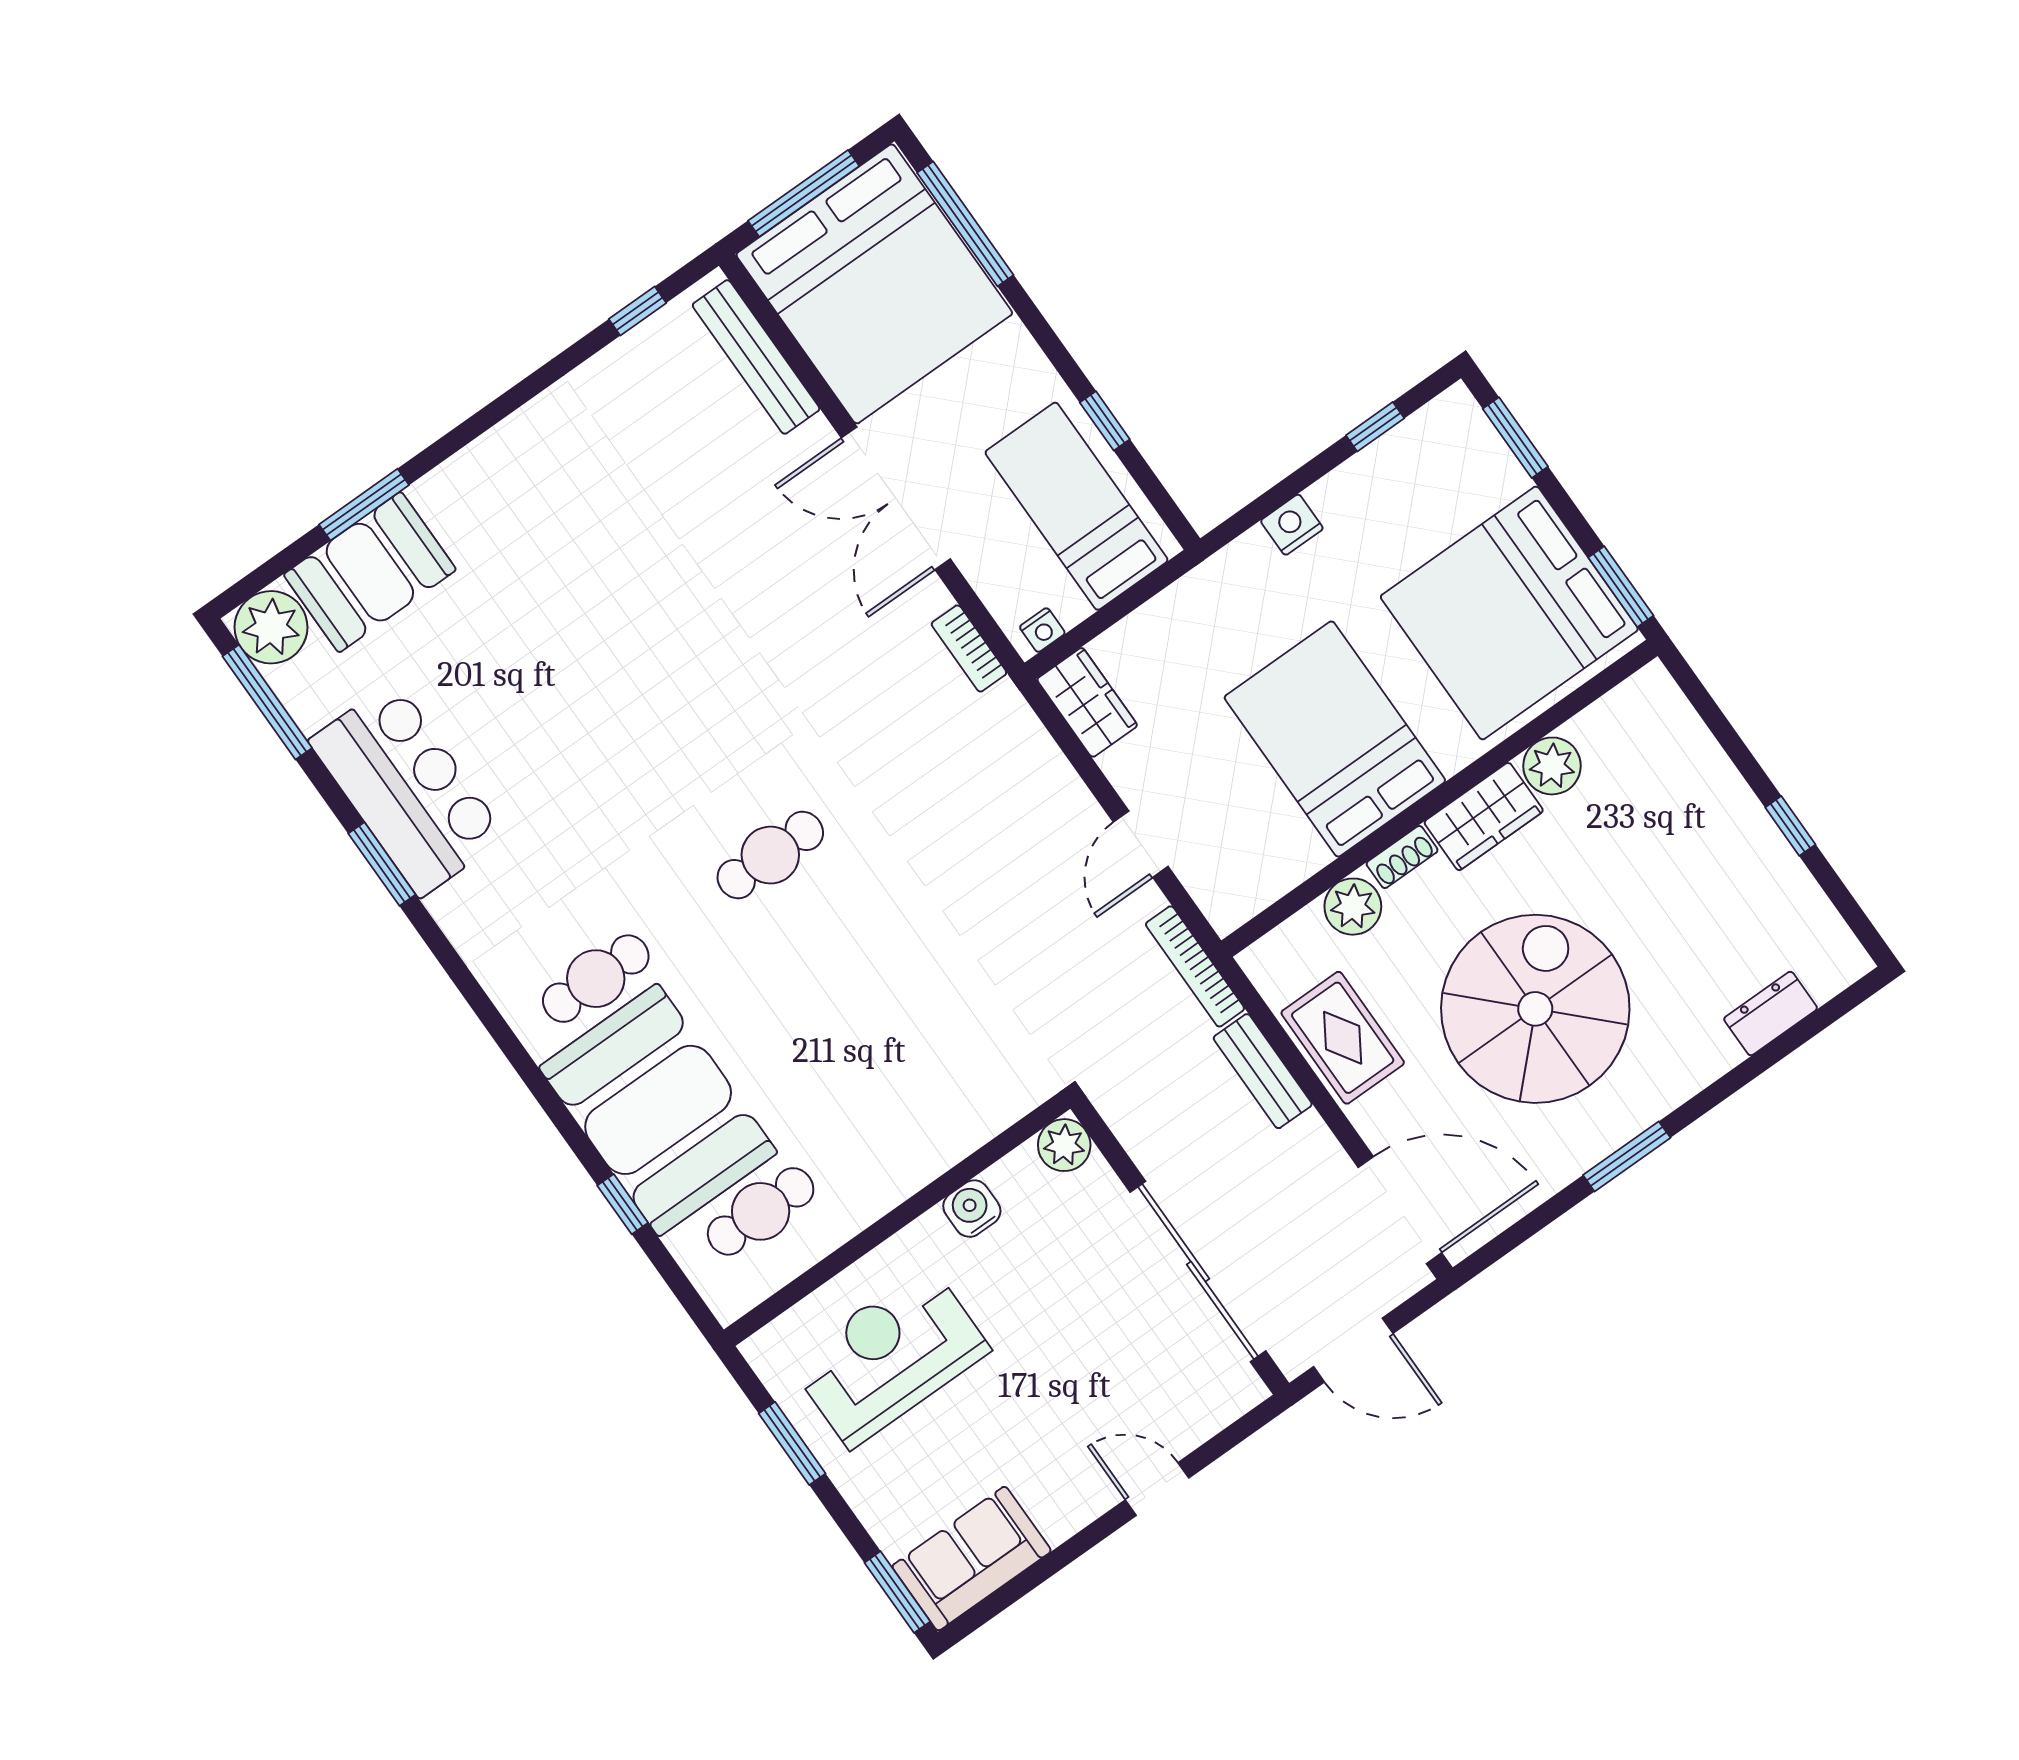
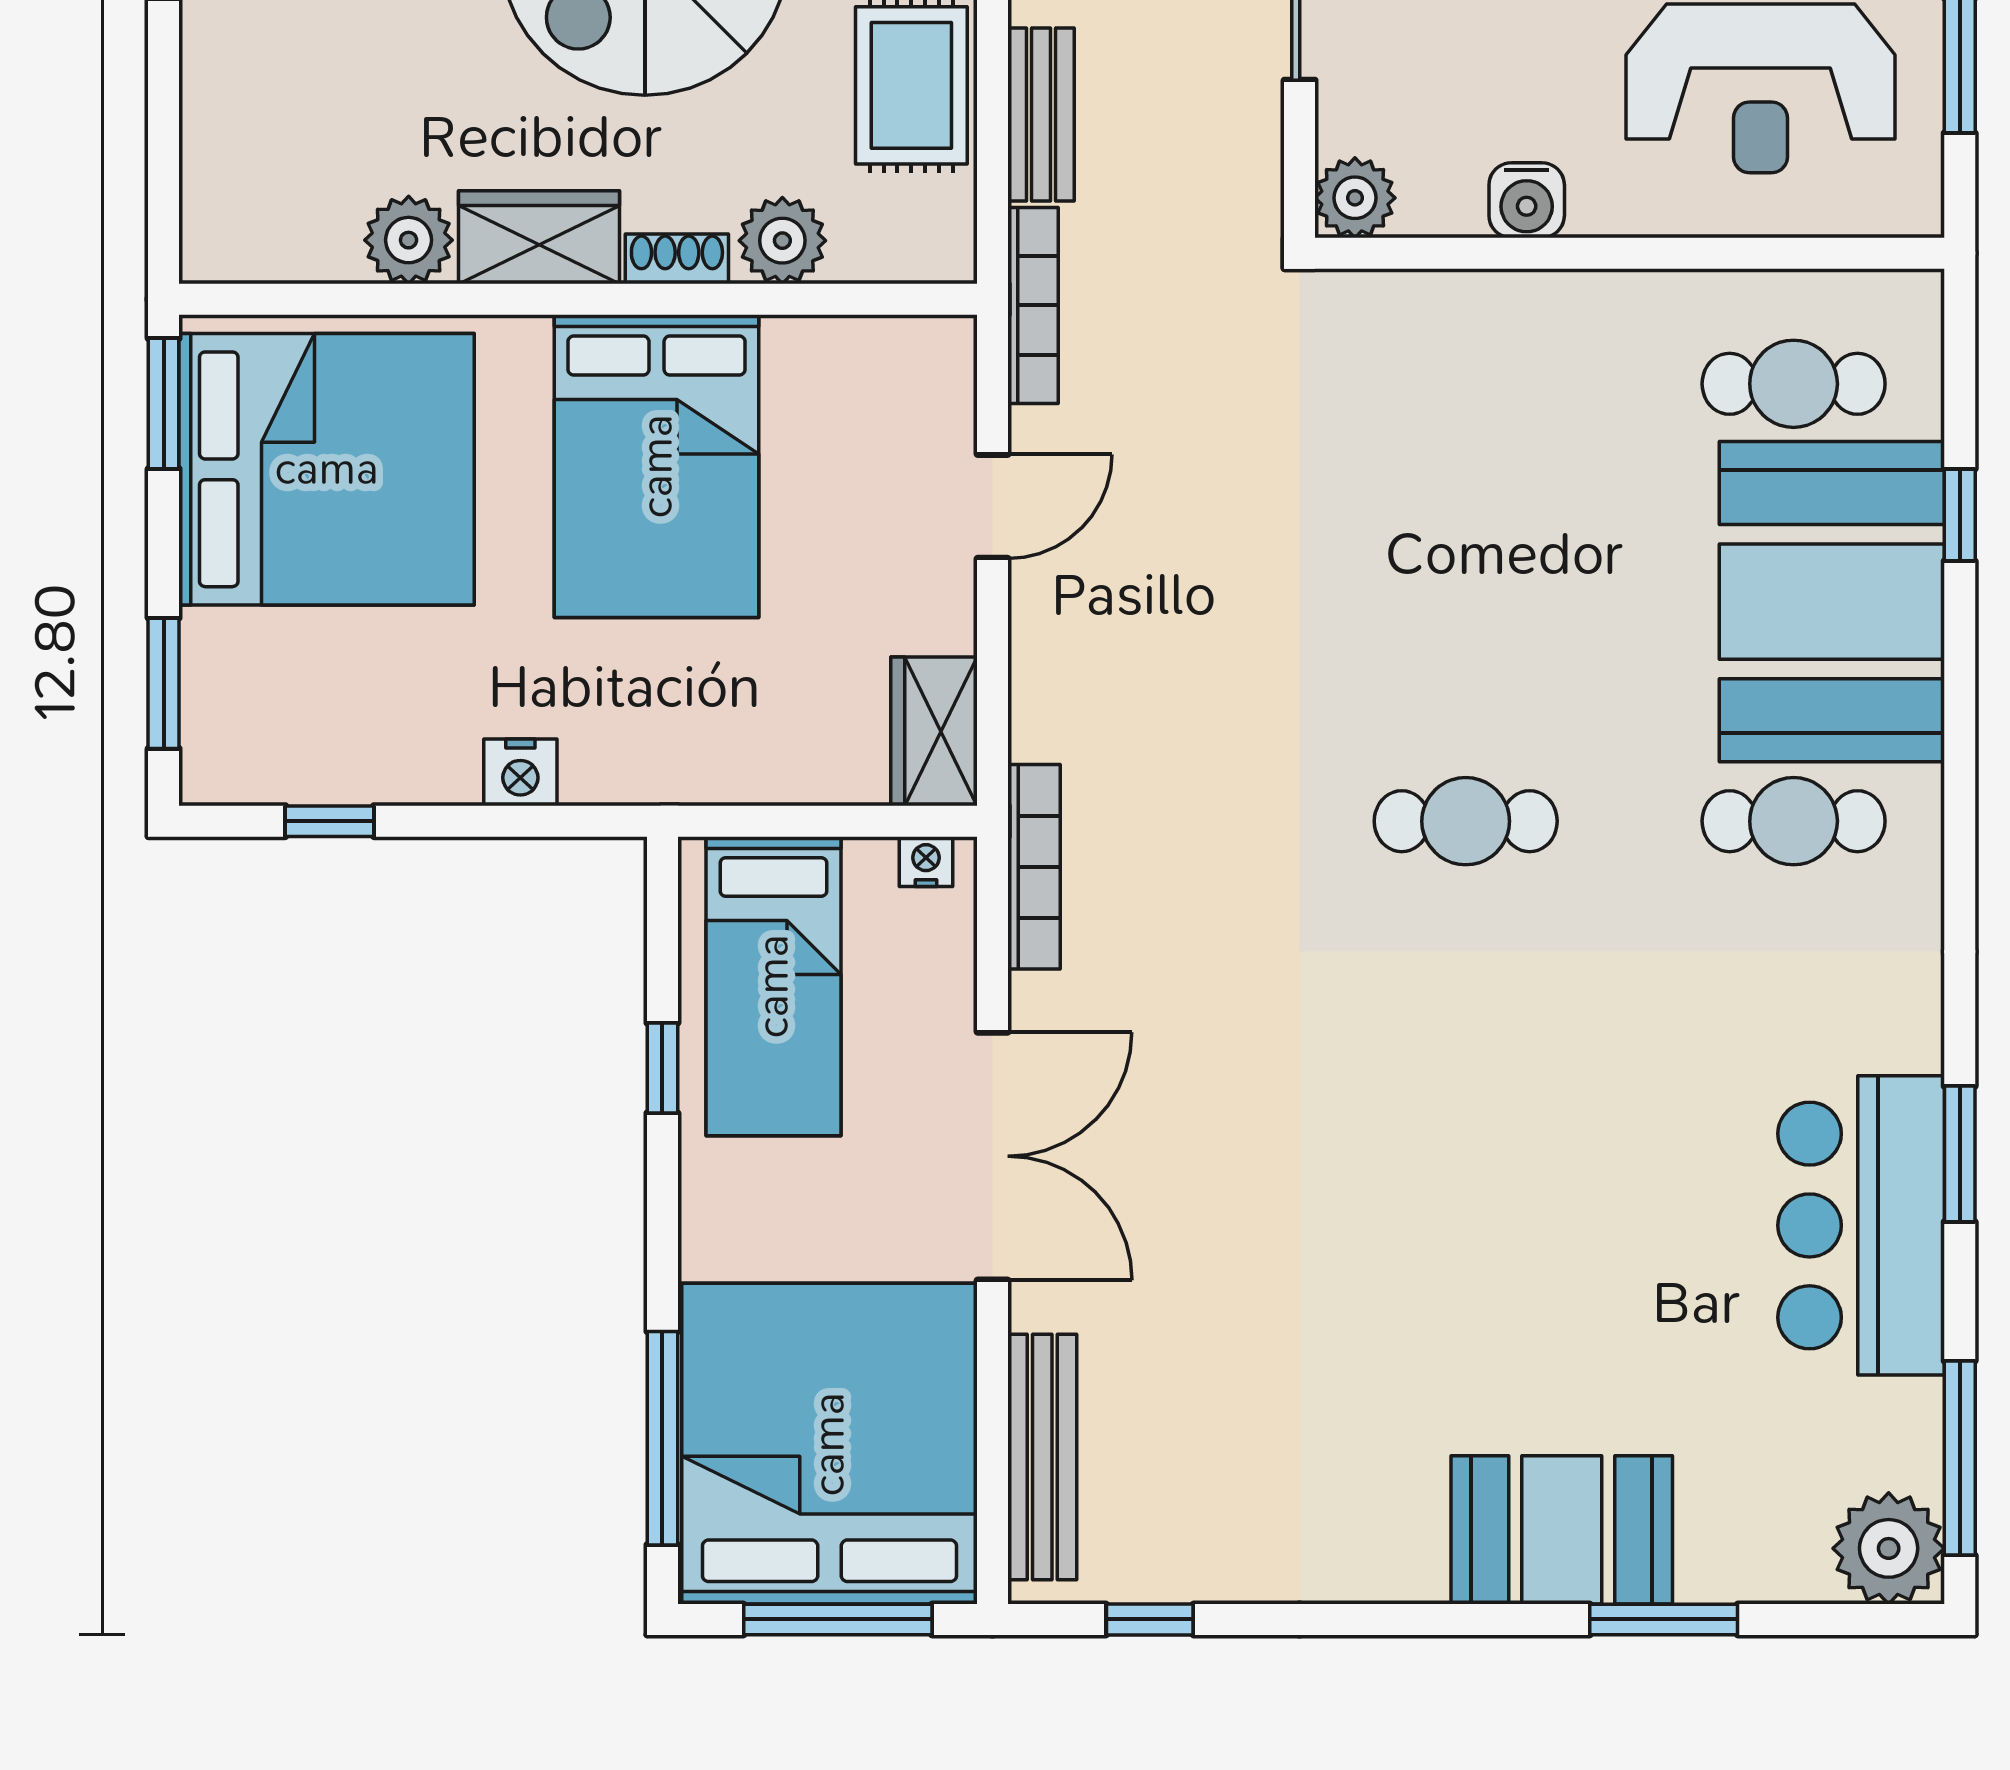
booth: (370, 572) -> (1562, 1530), moved
bookcase: (969, 648) -> (1034, 867), width x1.56

